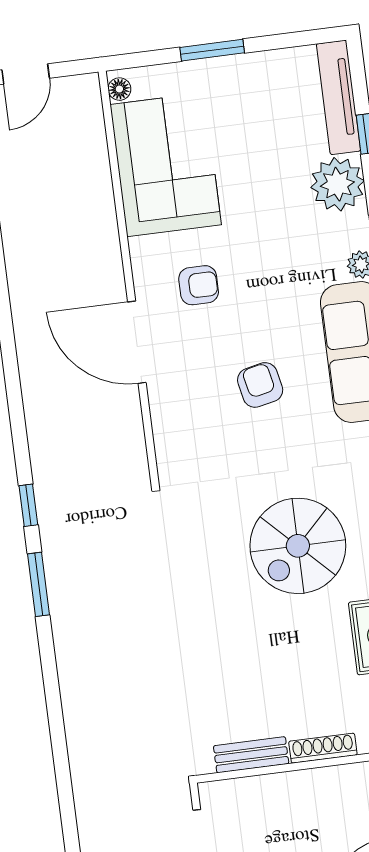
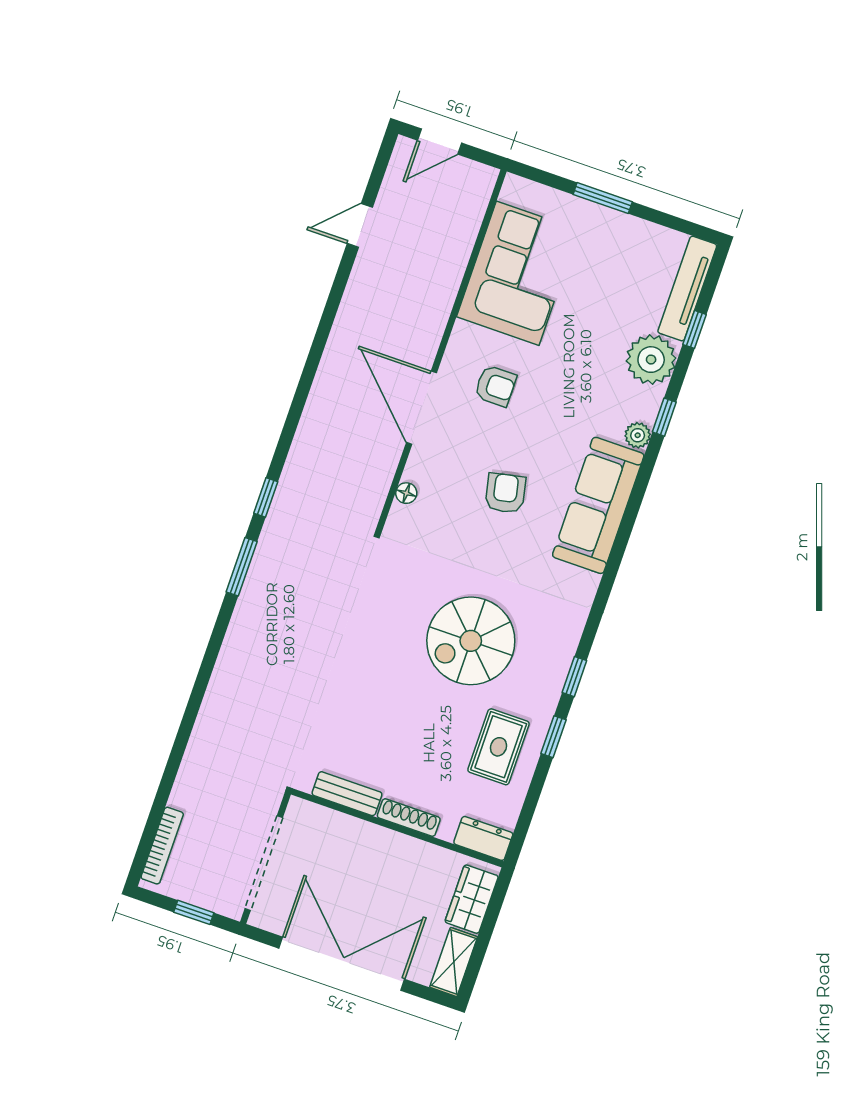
floor lamp: (119, 89) -> (406, 493), moved

